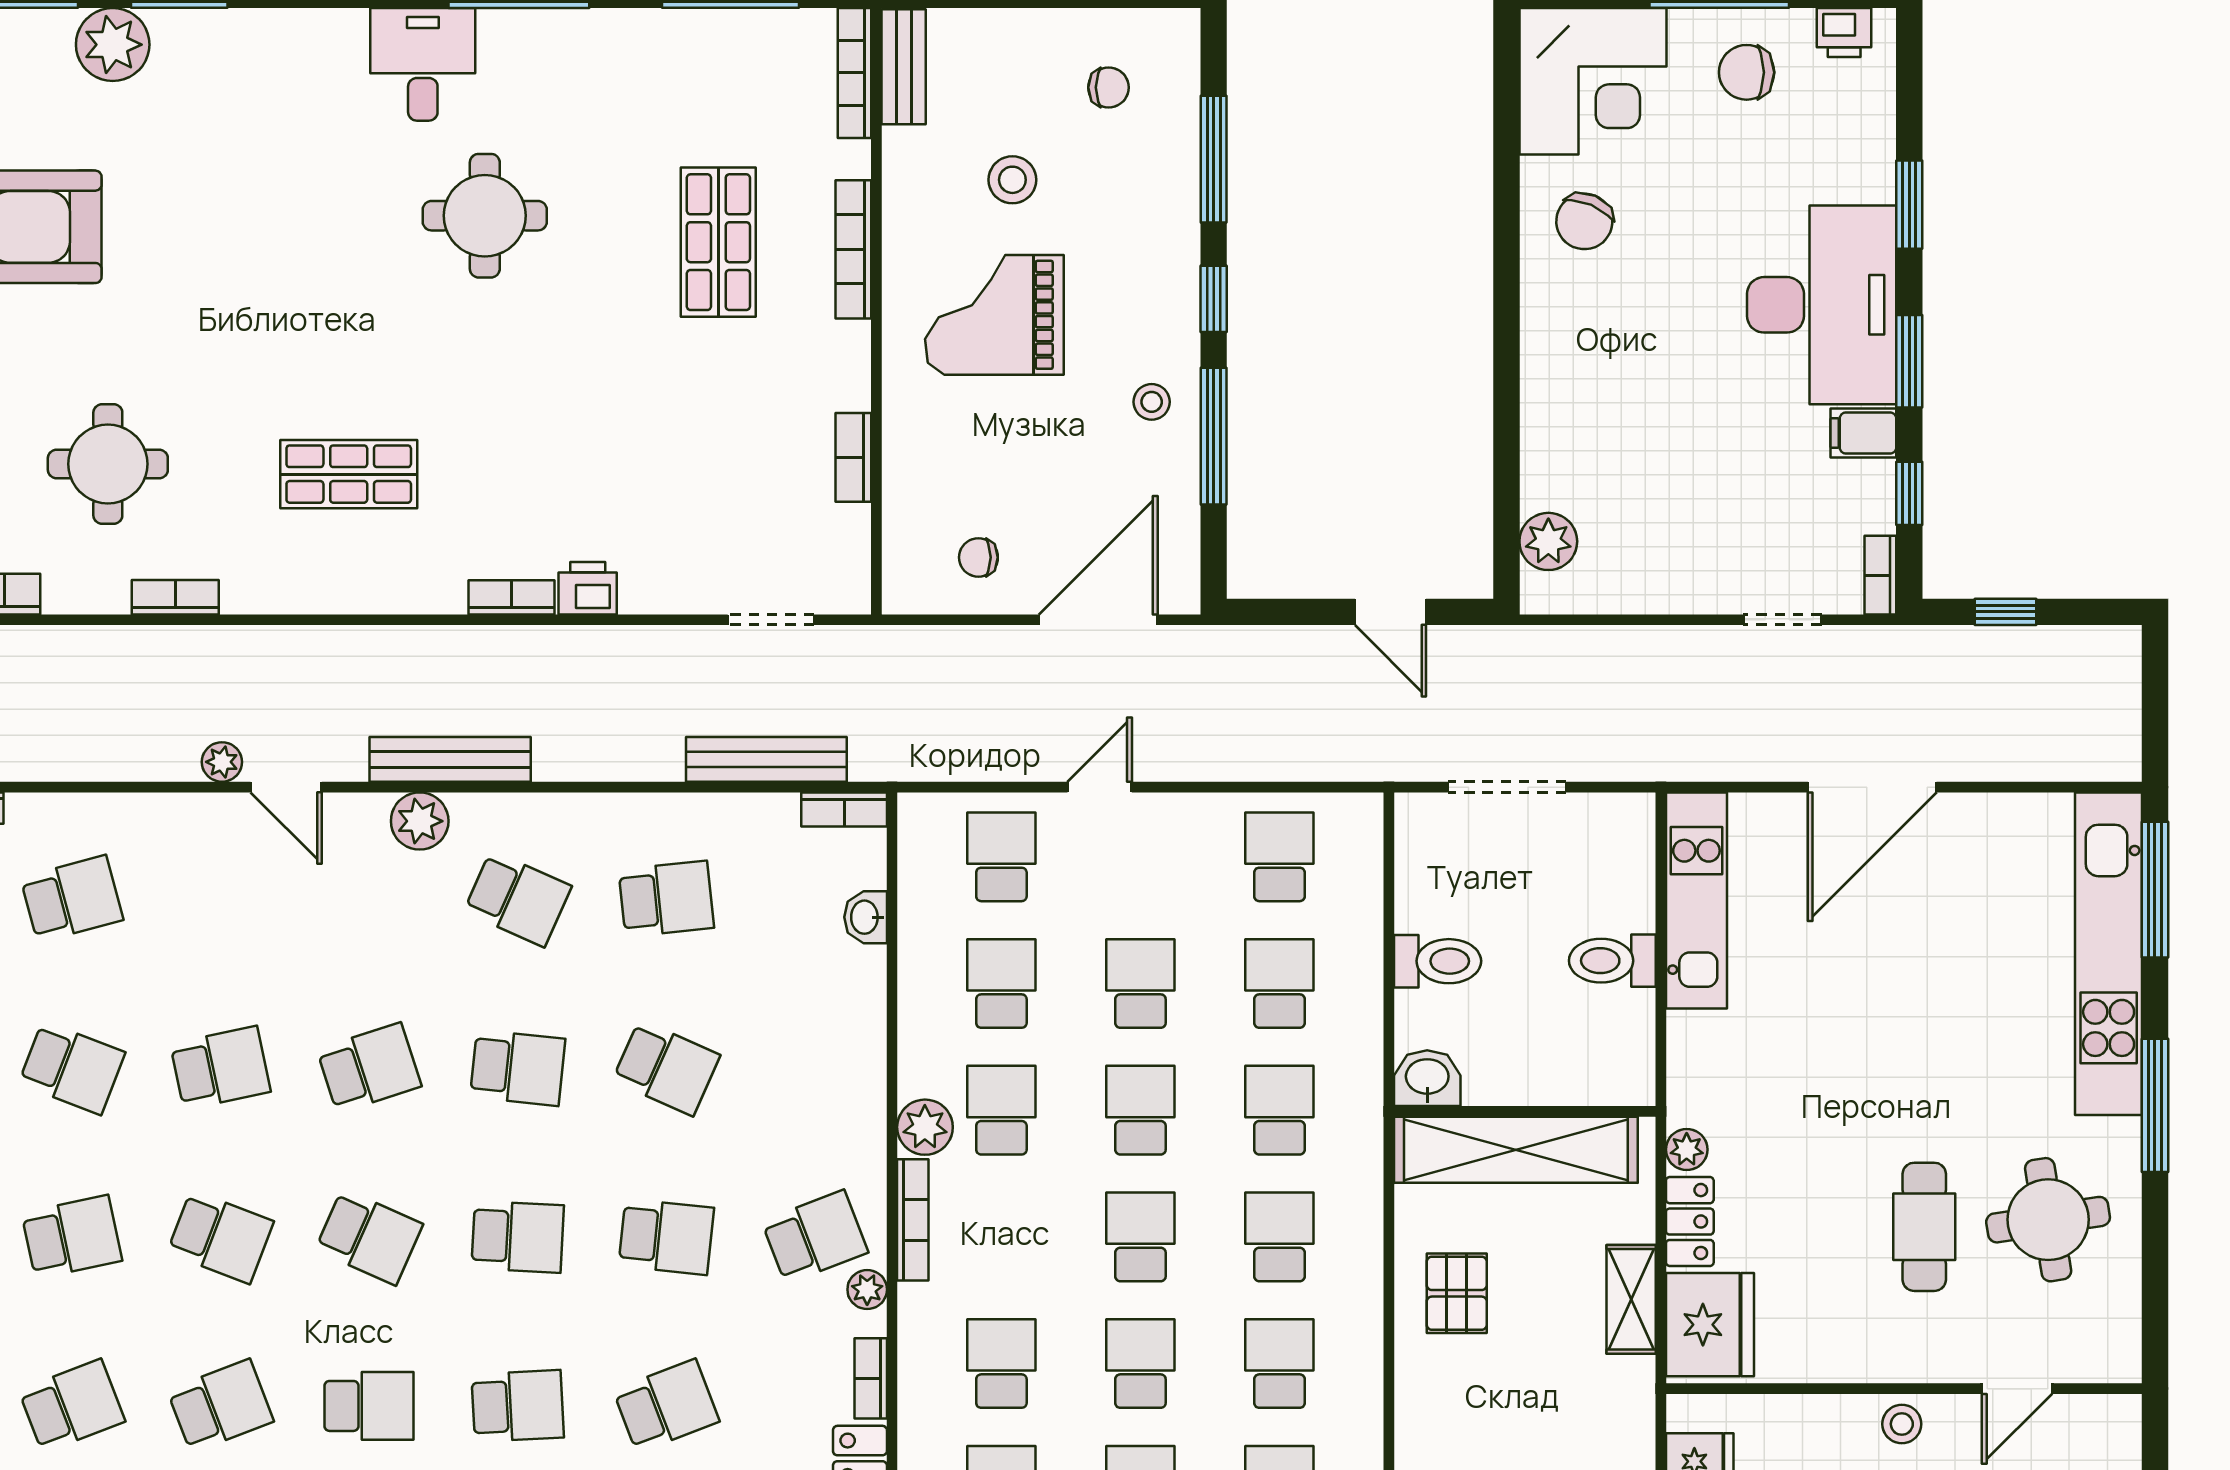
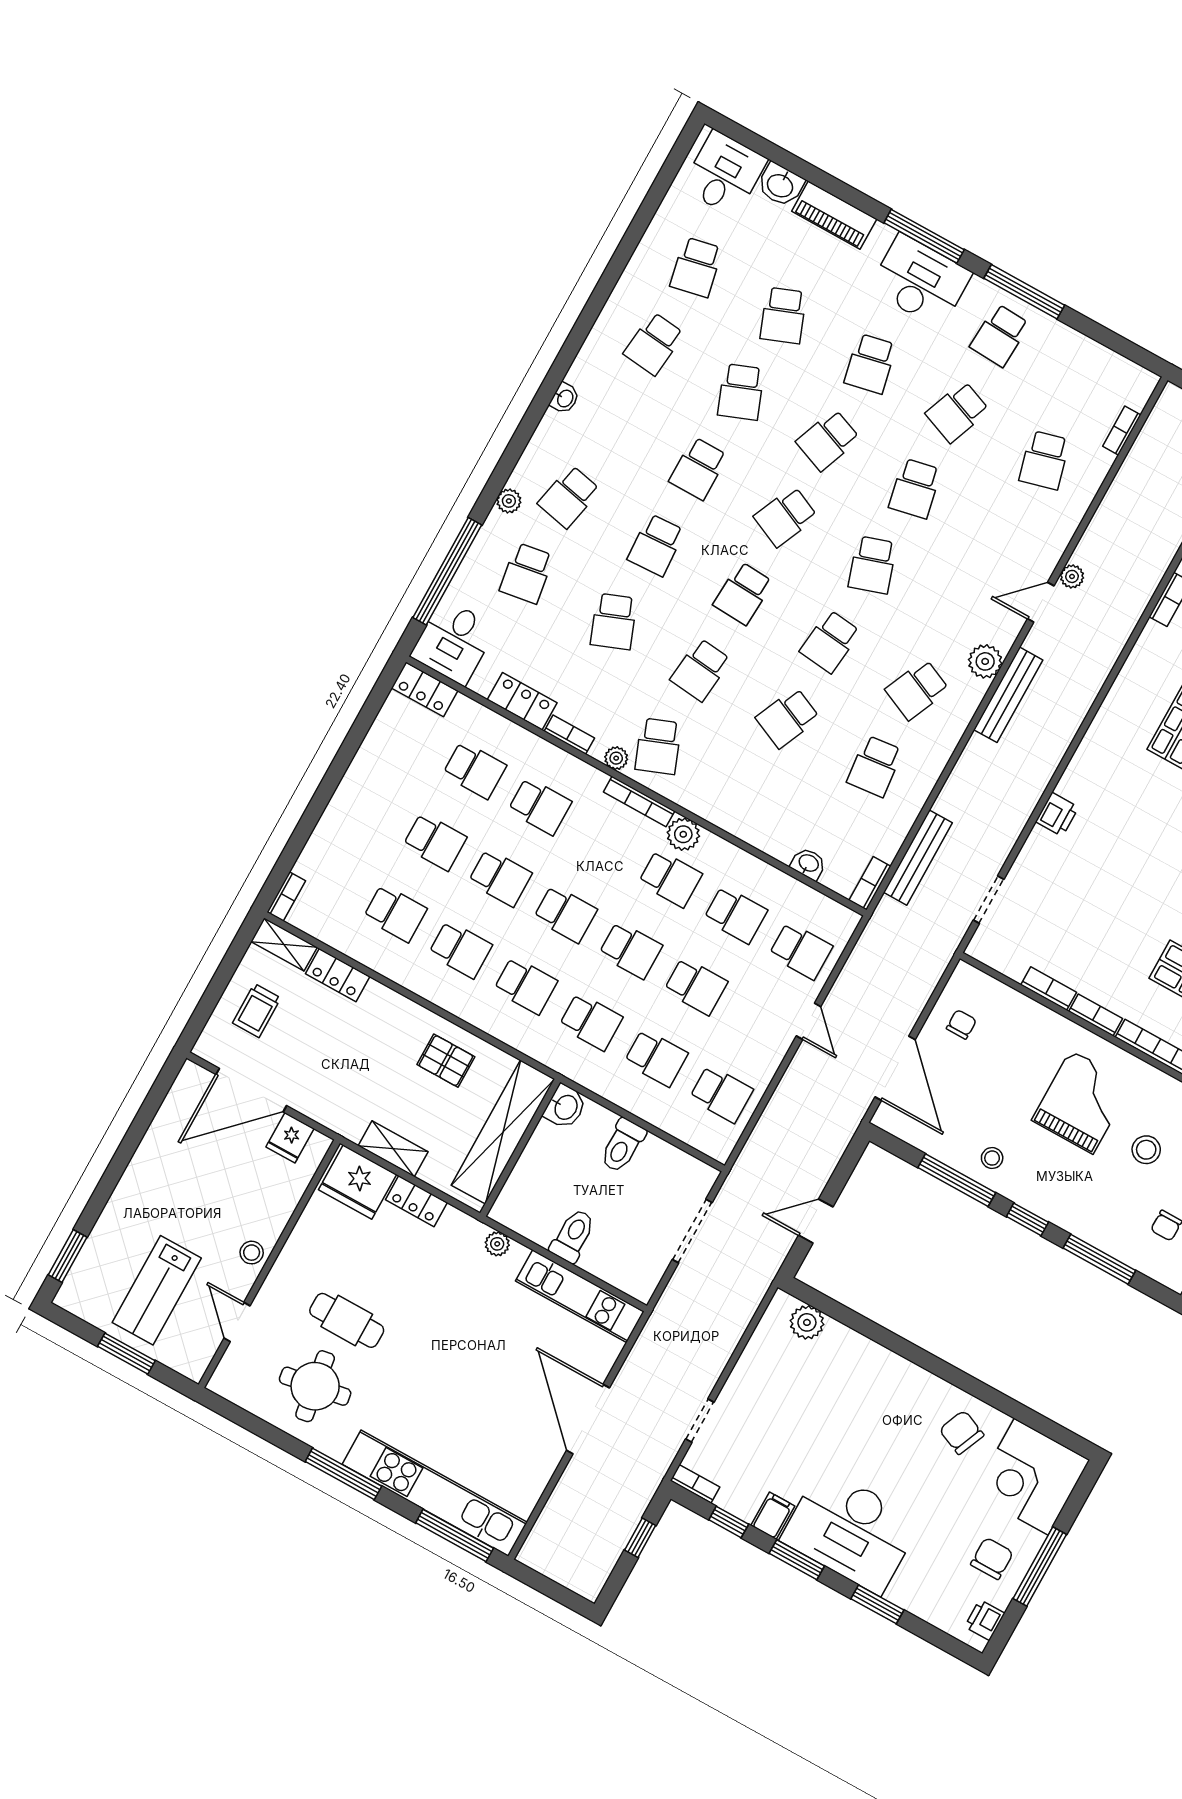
bookcase: (512, 597) -> (1096, 1015), moved, turned -90
plant: (1687, 1150) -> (497, 1244), moved

